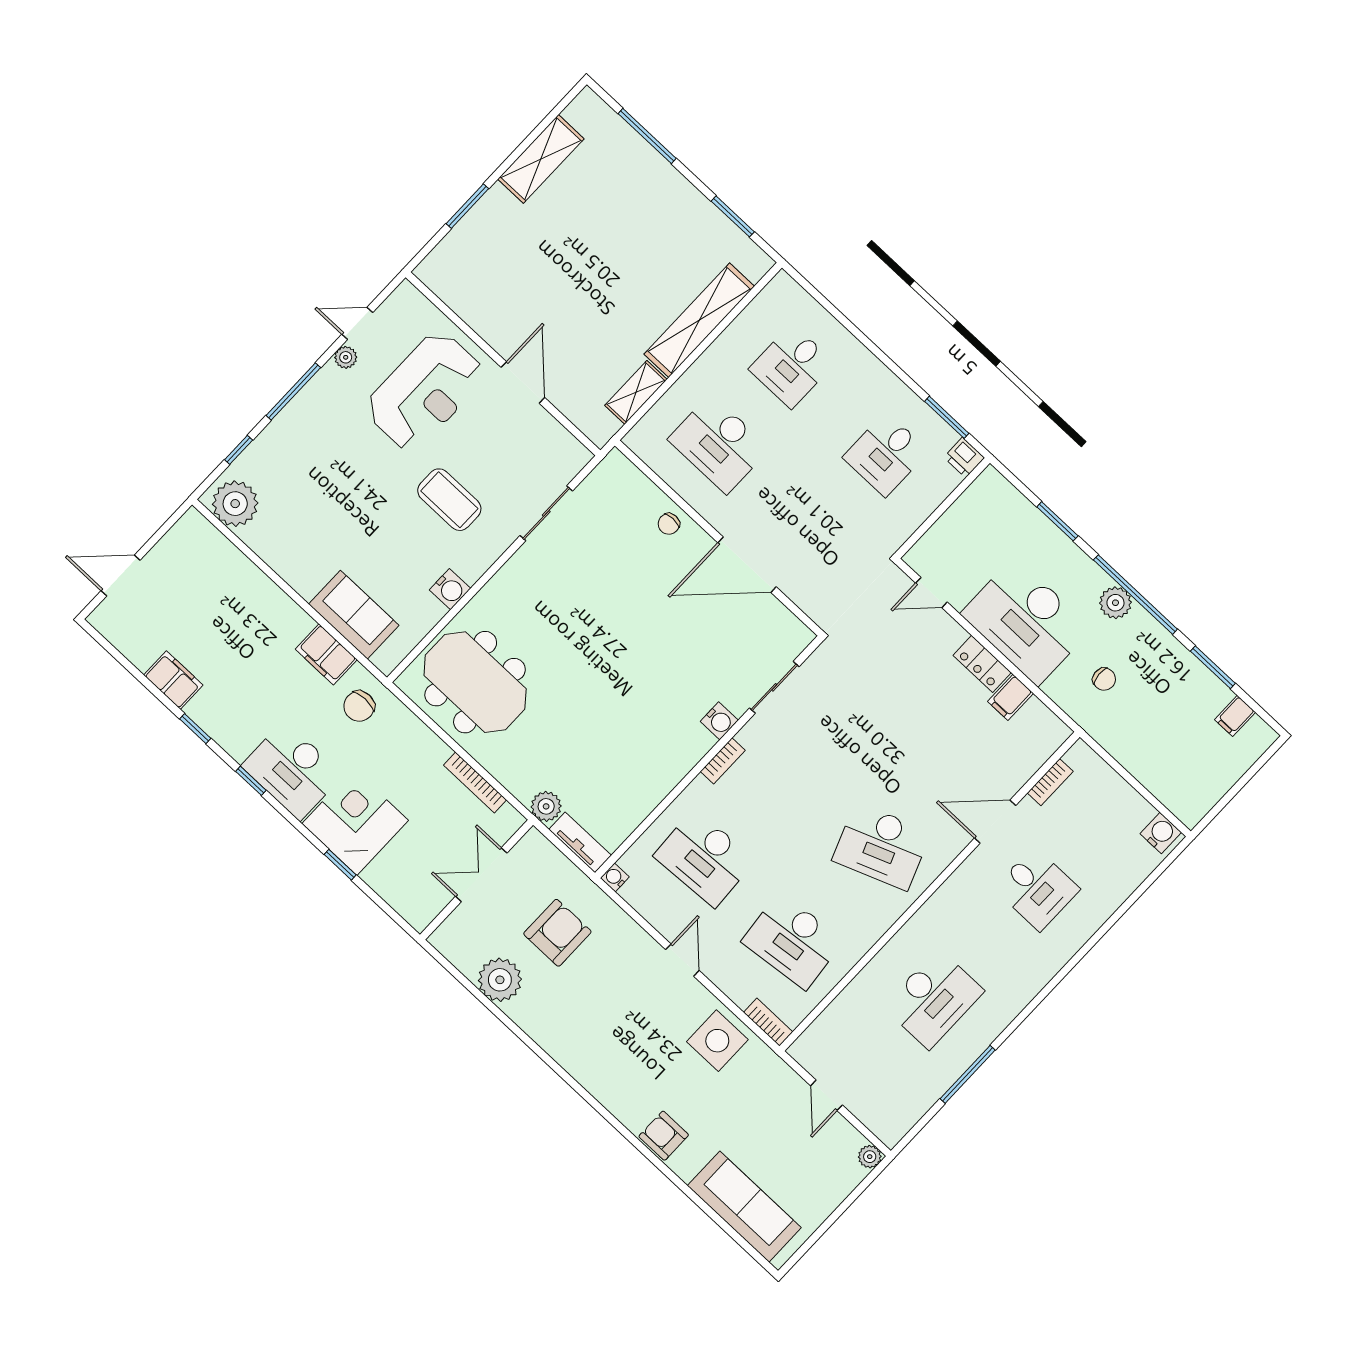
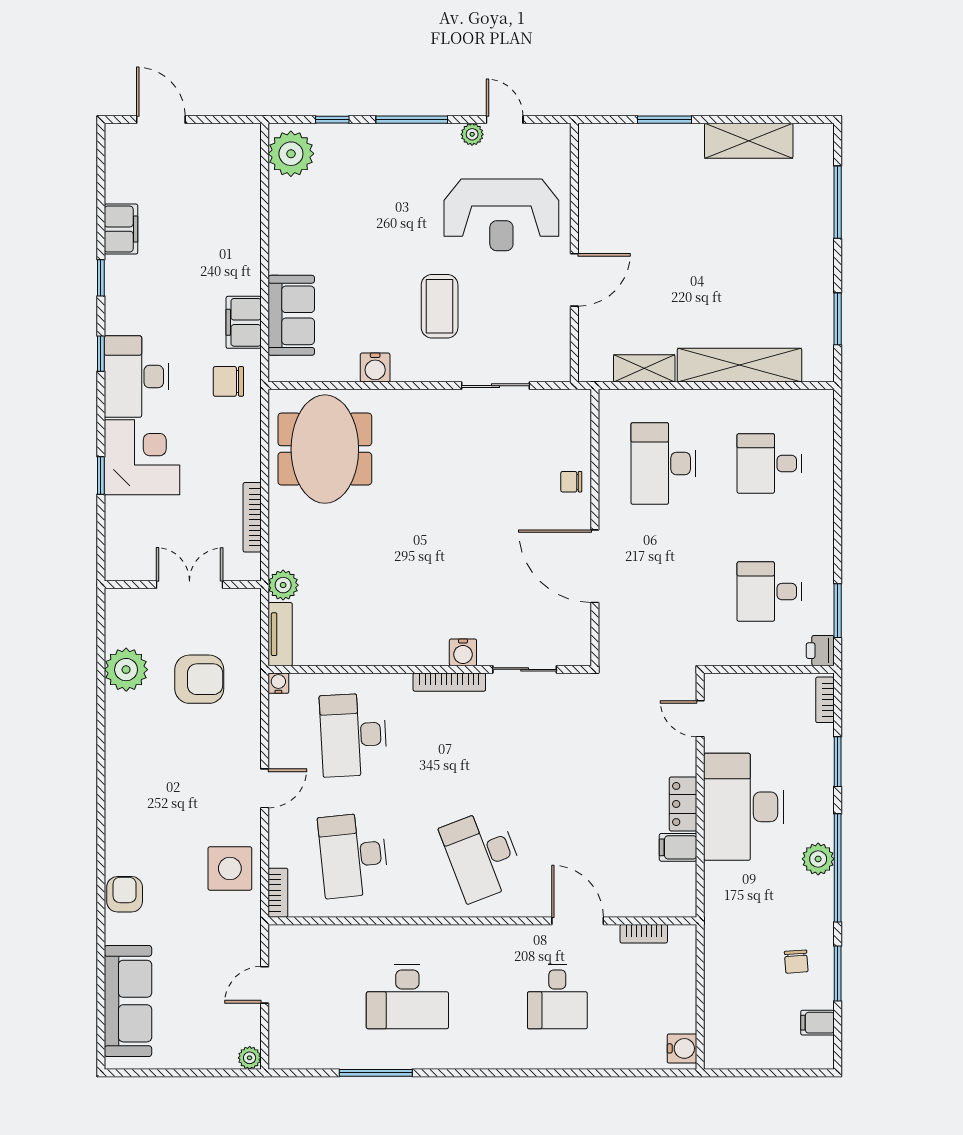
bookcase: (1003, 488) -> (825, 700), added
chair: (1104, 679) -> (796, 962), moved
bookcase: (723, 761) -> (449, 682), width x1.56

